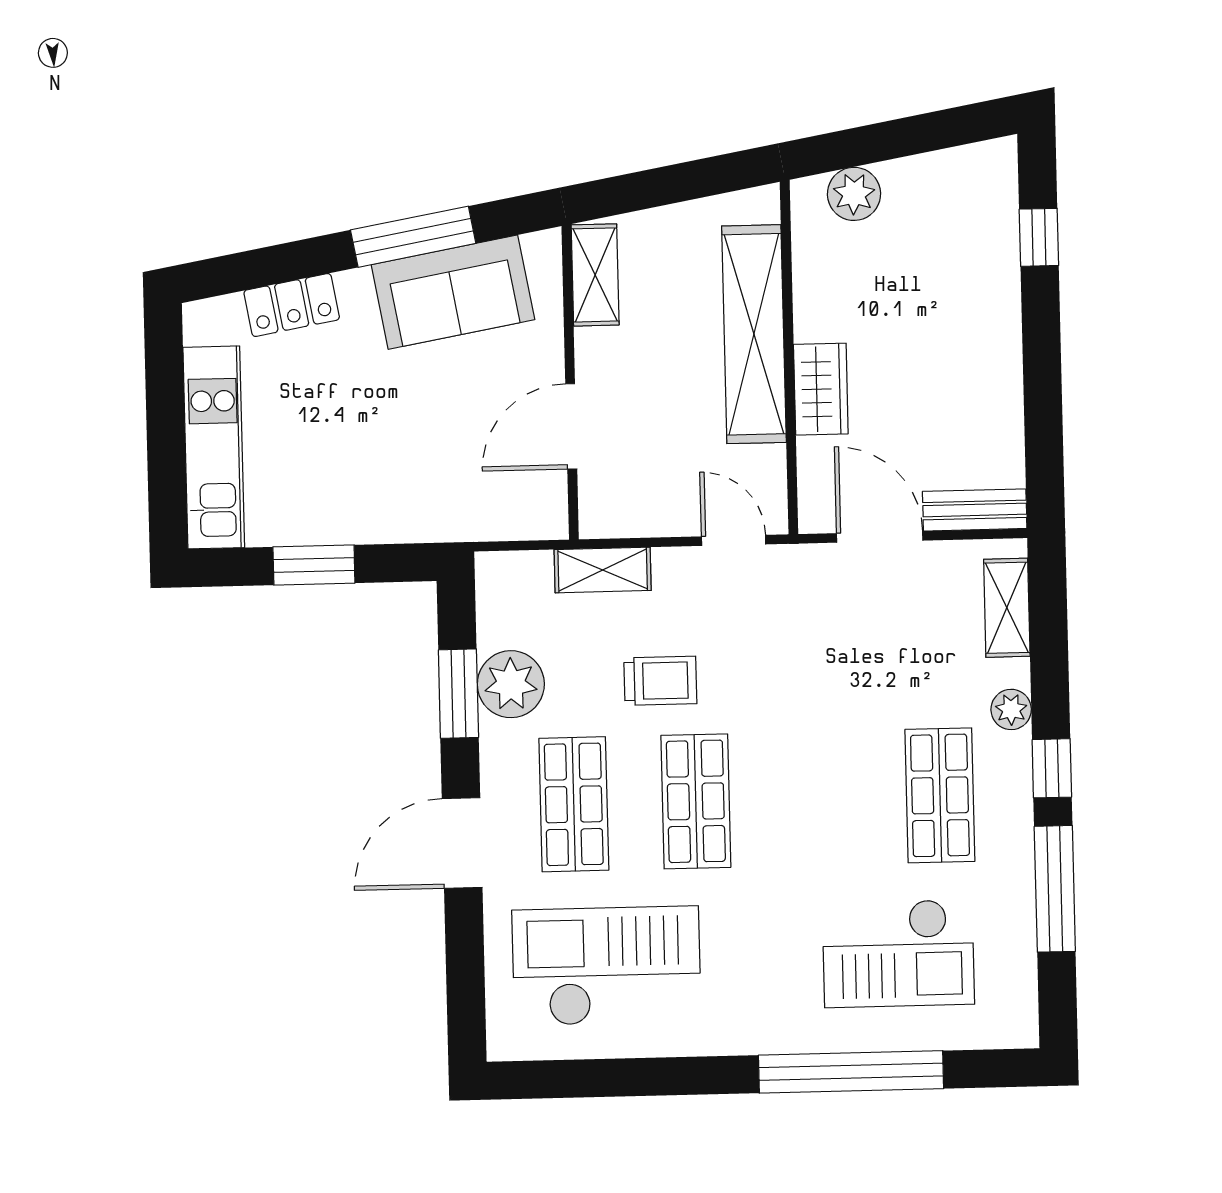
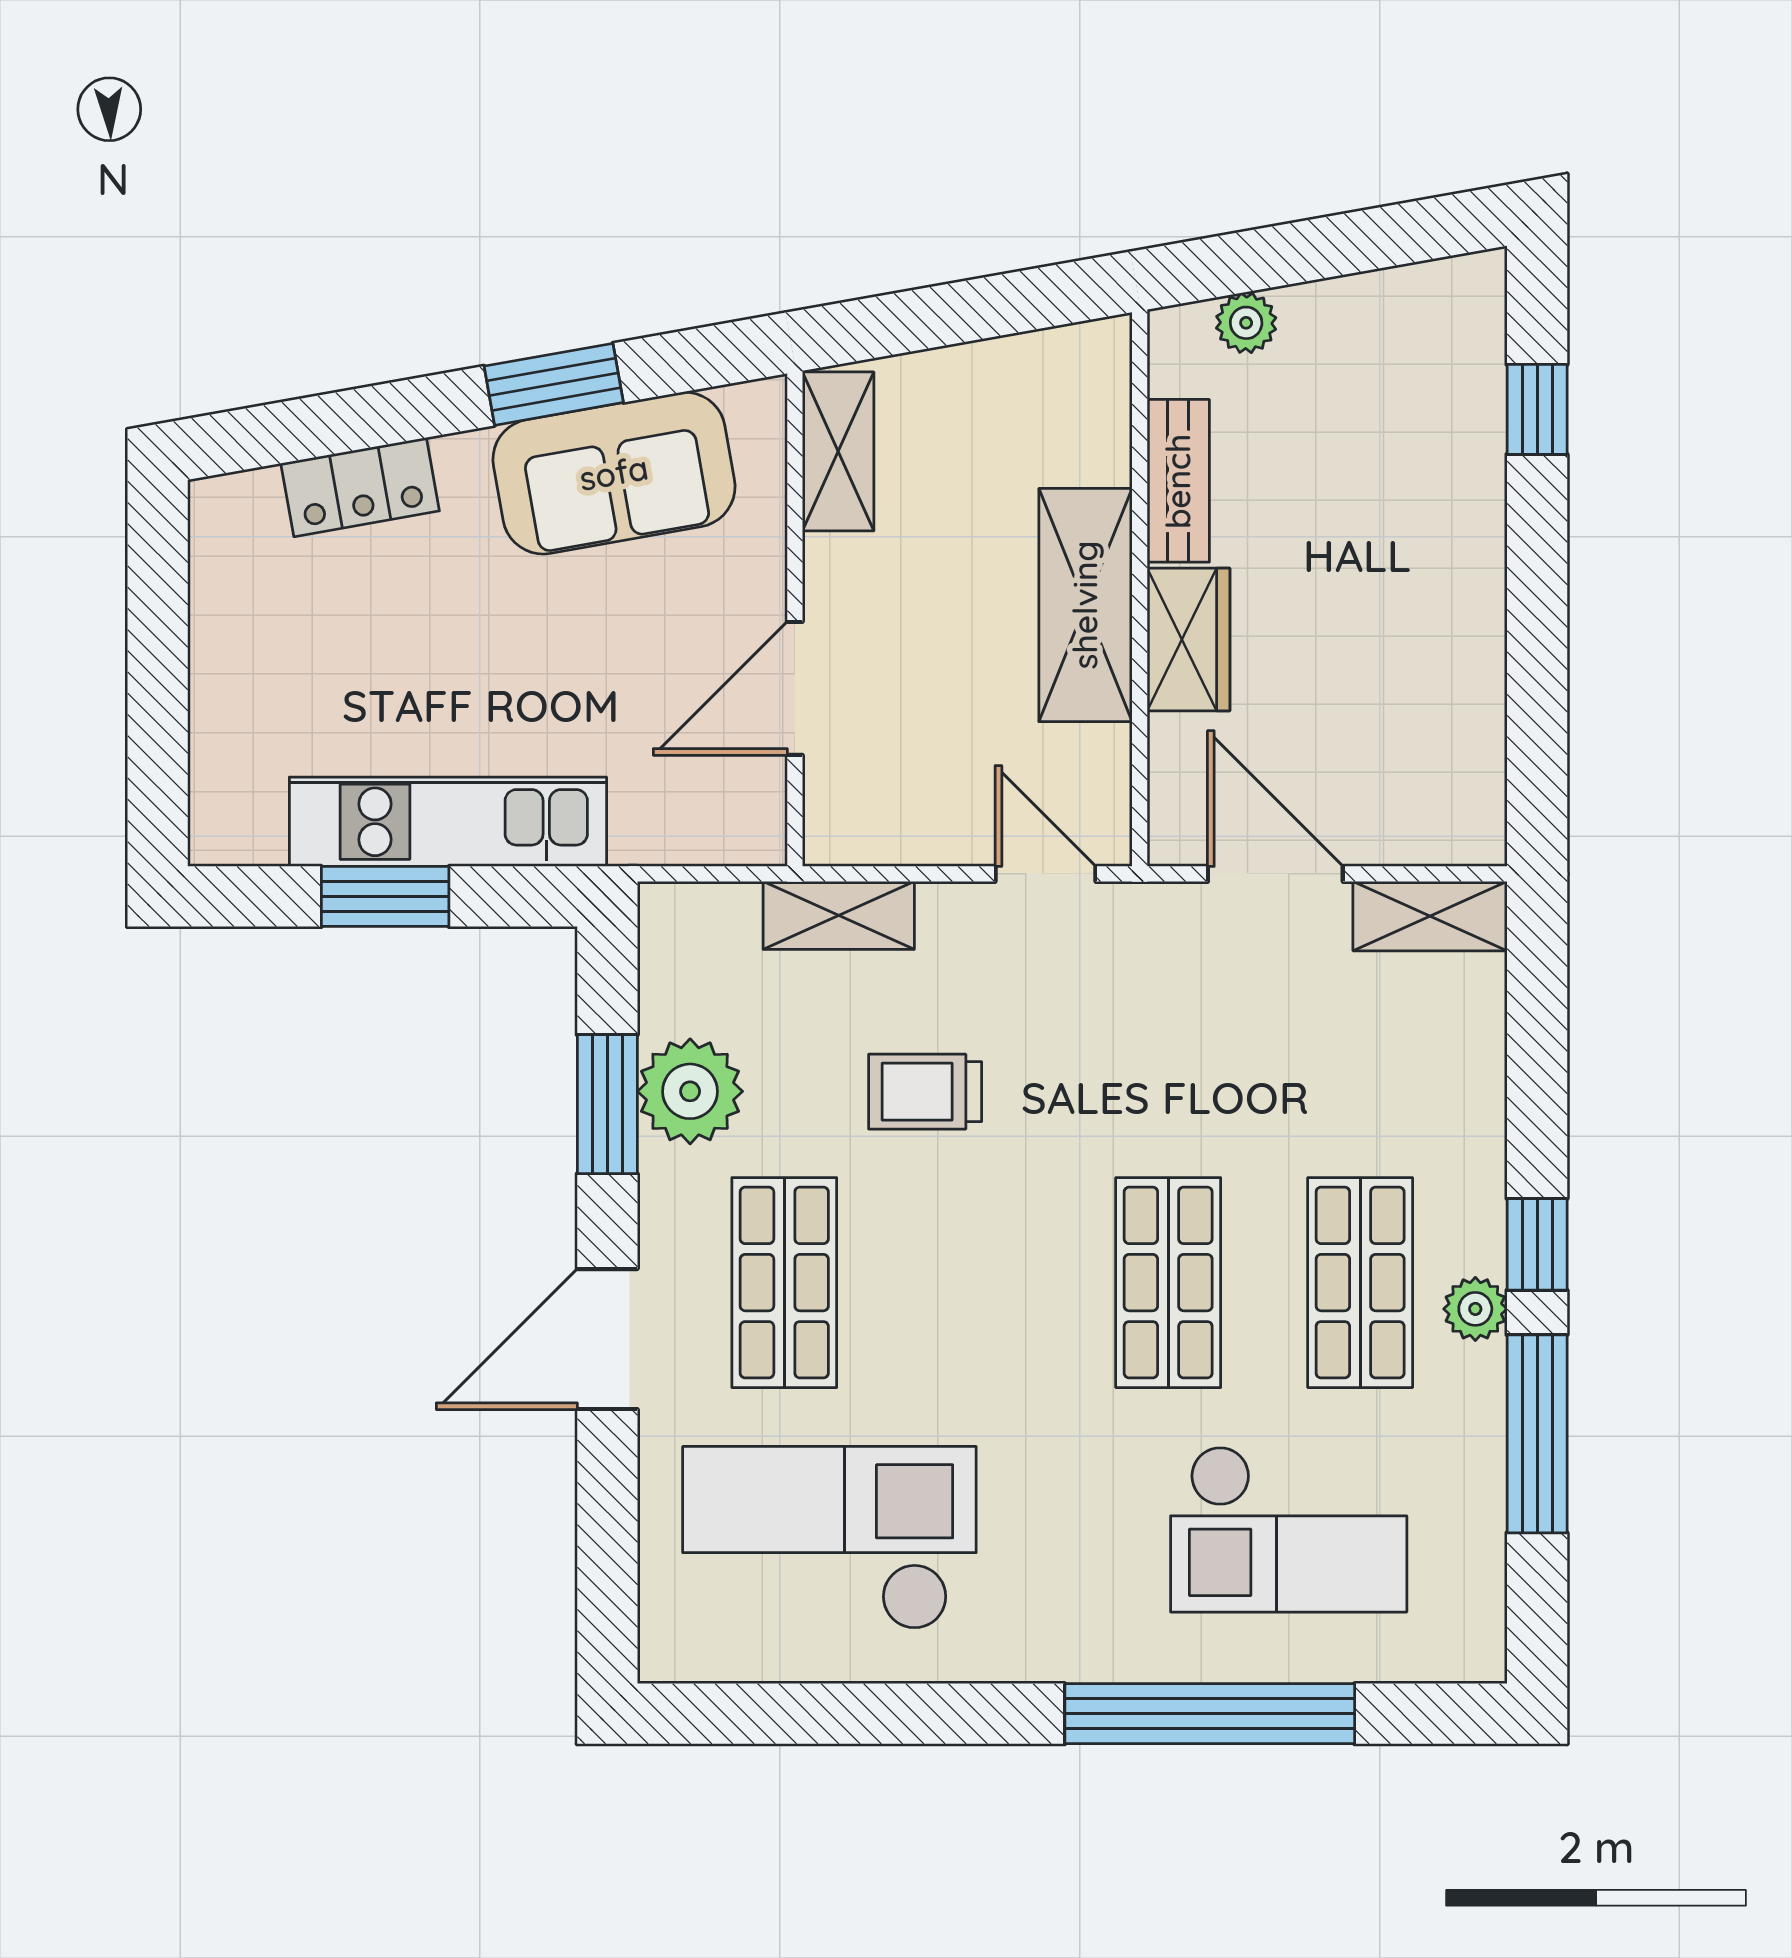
plant: (854, 194) -> (1246, 323), width x0.73, depth x0.73
window: (413, 237) -> (554, 384), width x0.69
shelving: (754, 334) -> (1085, 605), width x0.68
kitchen unit: (214, 447) -> (448, 822), moved, turned -90
bench: (975, 510) -> (1178, 481), moved, turned 90
shelving: (1007, 608) -> (1430, 916), moved, turned 90
trolley: (660, 681) -> (925, 1092), turned 180
plant: (1011, 709) -> (1475, 1309), moved
shop shelf: (696, 801) -> (1168, 1283), moved

